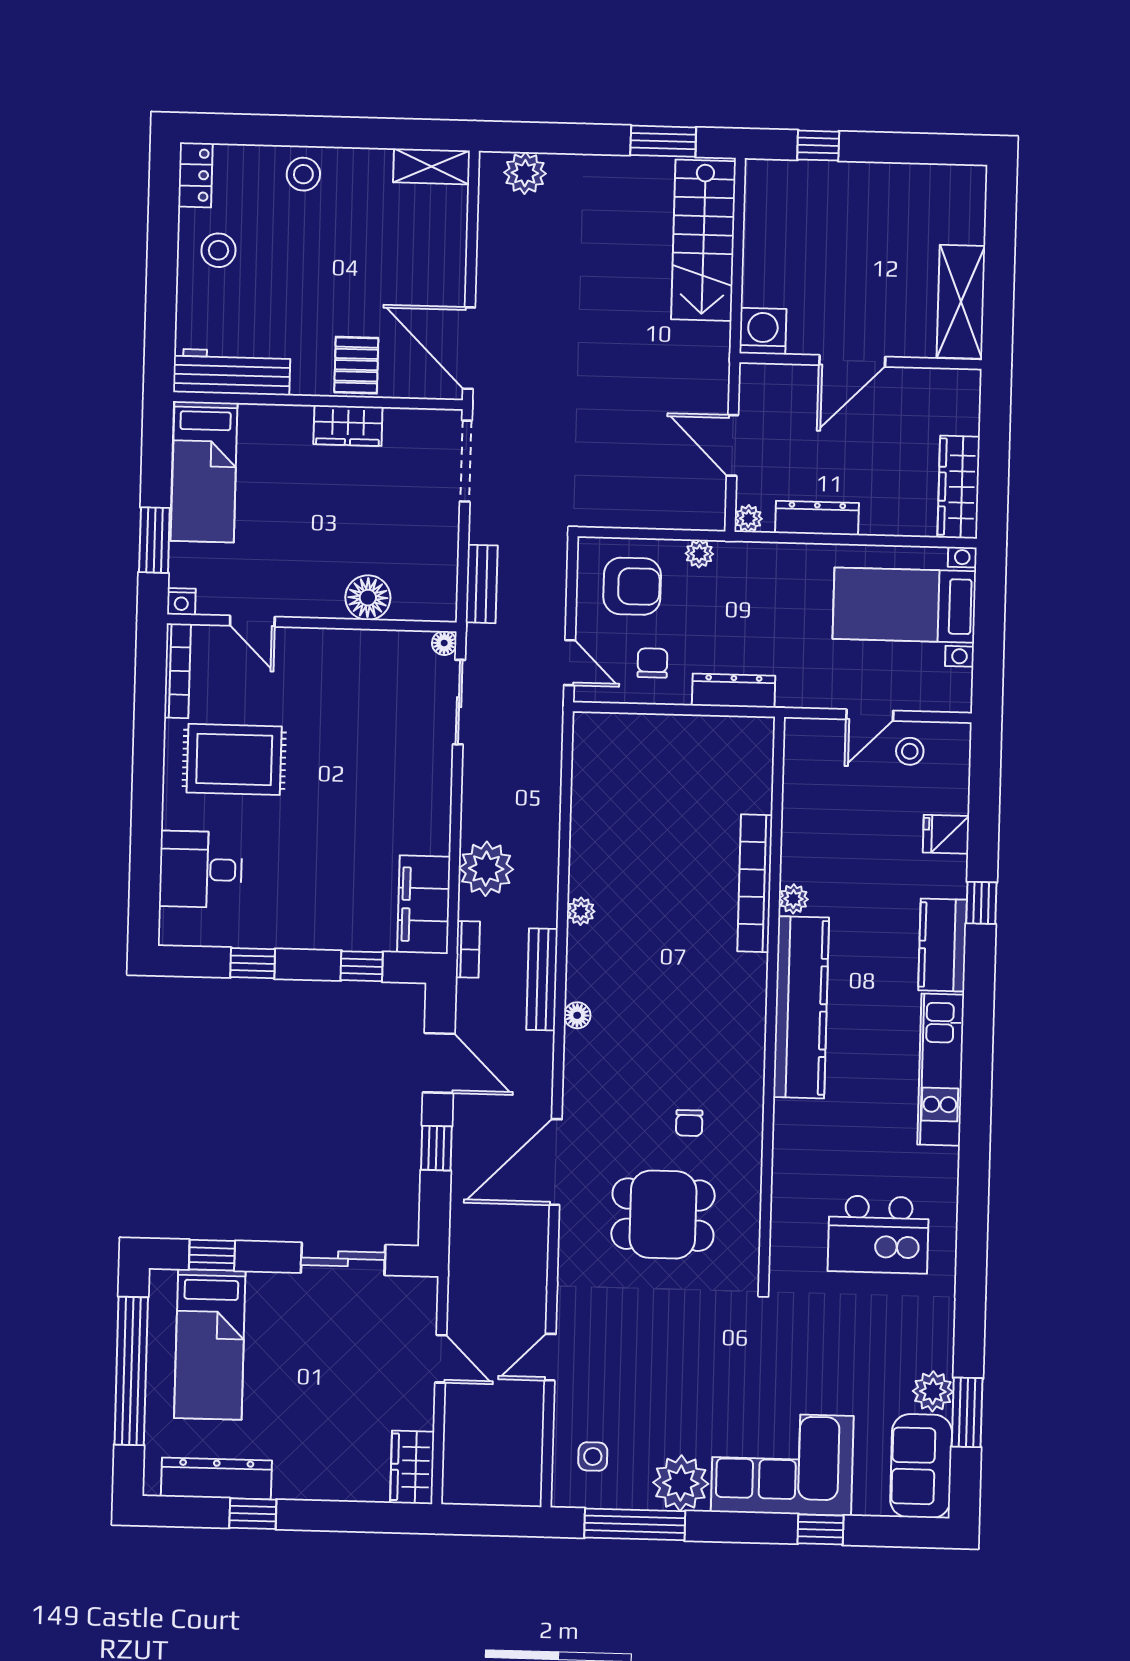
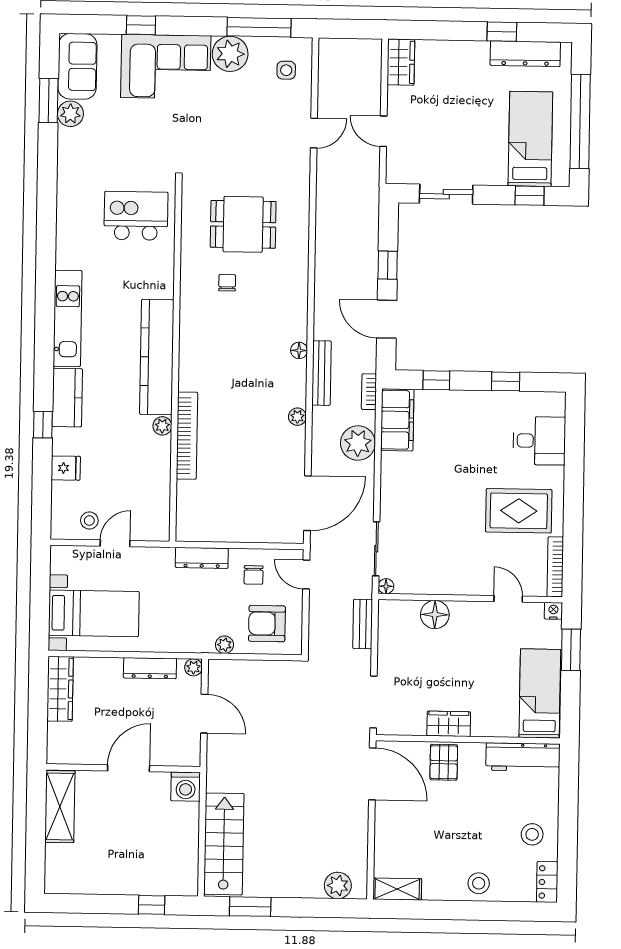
door: (556, 1162) -> (307, 503), moved
kitchen island: (878, 1234) -> (136, 216), moved

